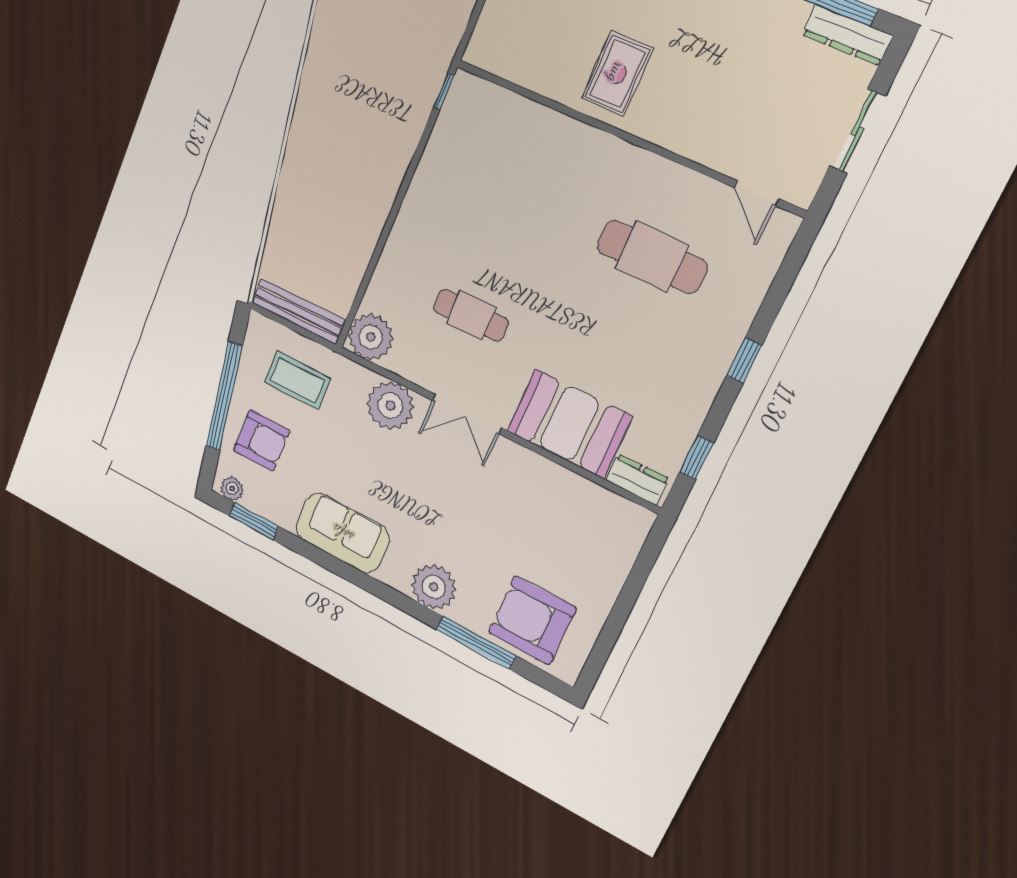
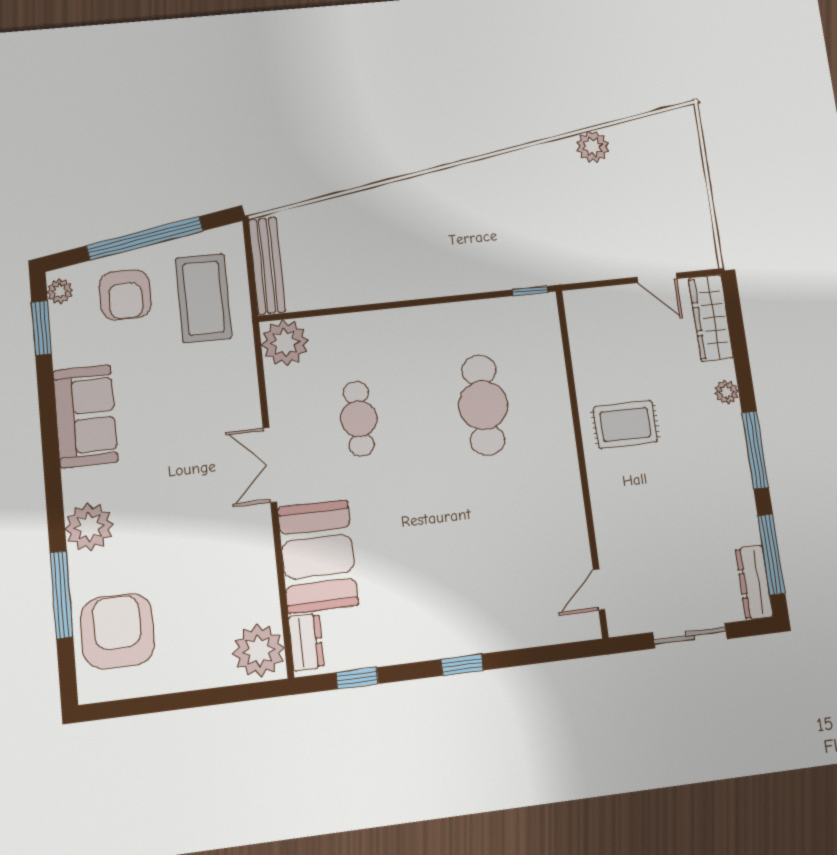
cafe table: (652, 257) -> (483, 405), moved
coffee table: (297, 380) -> (204, 298), width x1.36, depth x1.32
plant: (390, 406) -> (259, 651), moved

